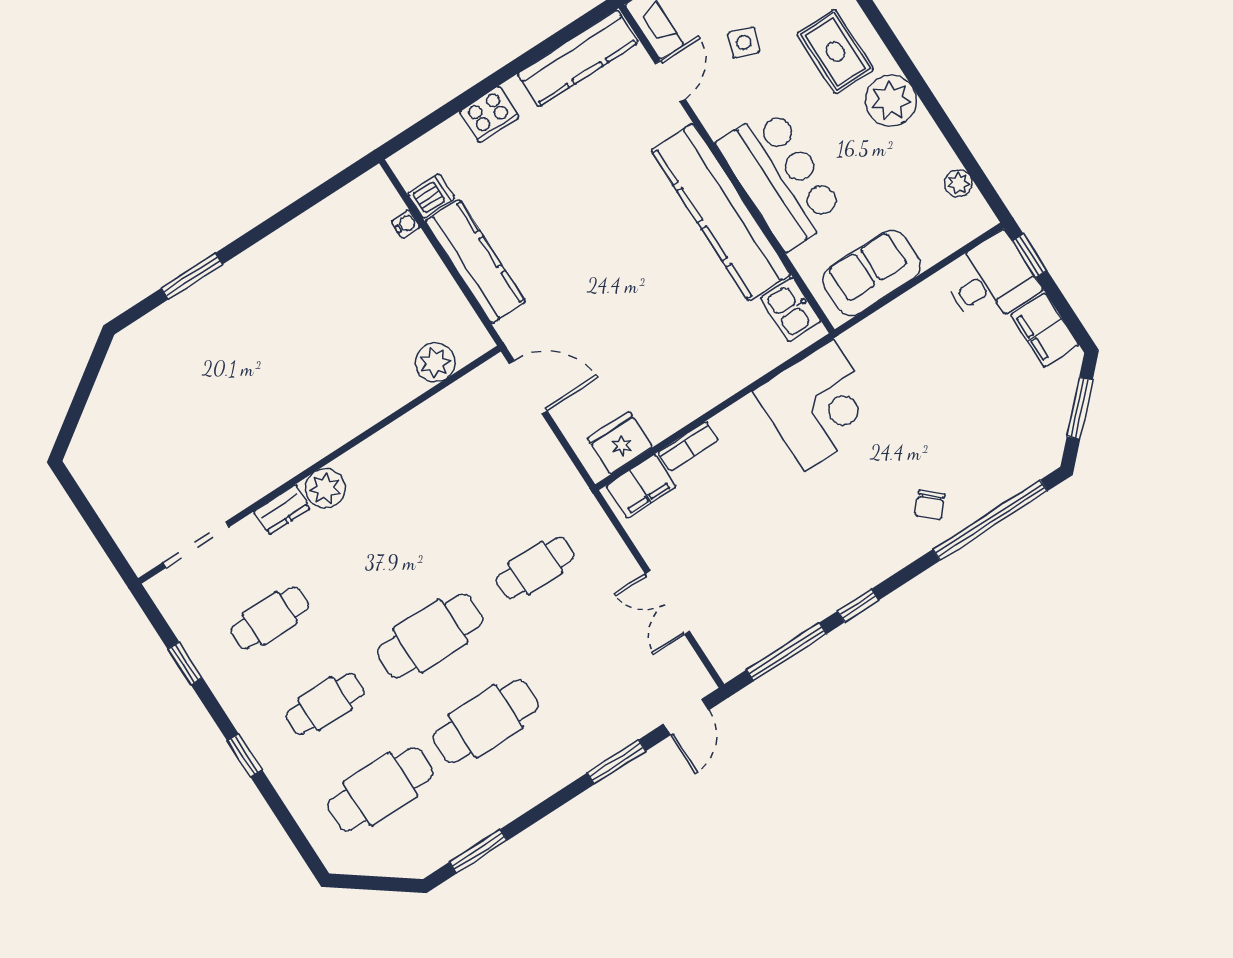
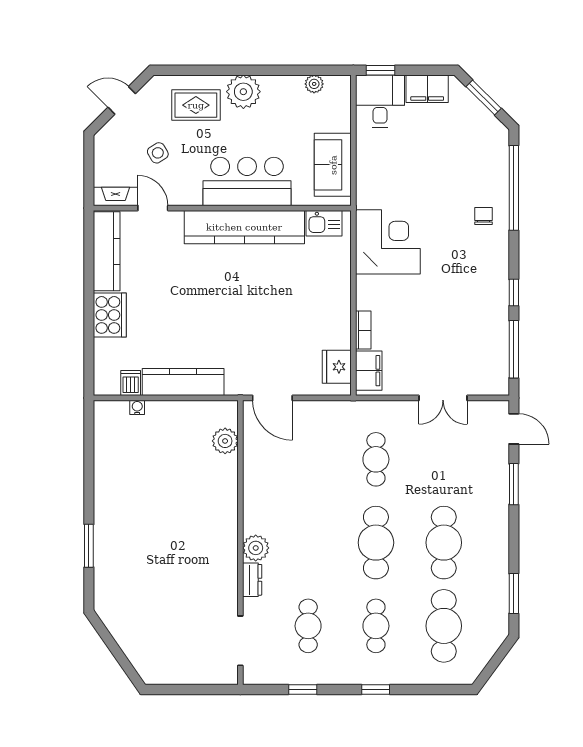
side table: (744, 42) -> (158, 153), turned 38
cooker: (489, 114) -> (110, 315), width x1.37, depth x1.31
door: (528, 387) -> (272, 398), swing flipped
chair: (930, 505) -> (483, 216), turned -132

